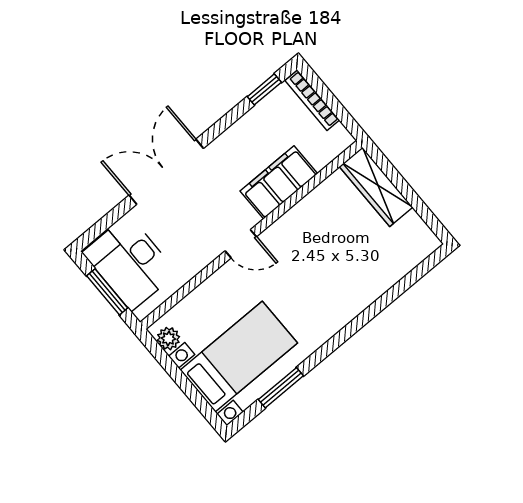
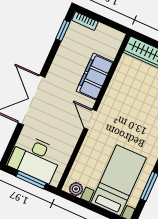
bookcase: (312, 100) -> (85, 21), width x0.64
door: (241, 244) -> (90, 119), swing flipped

